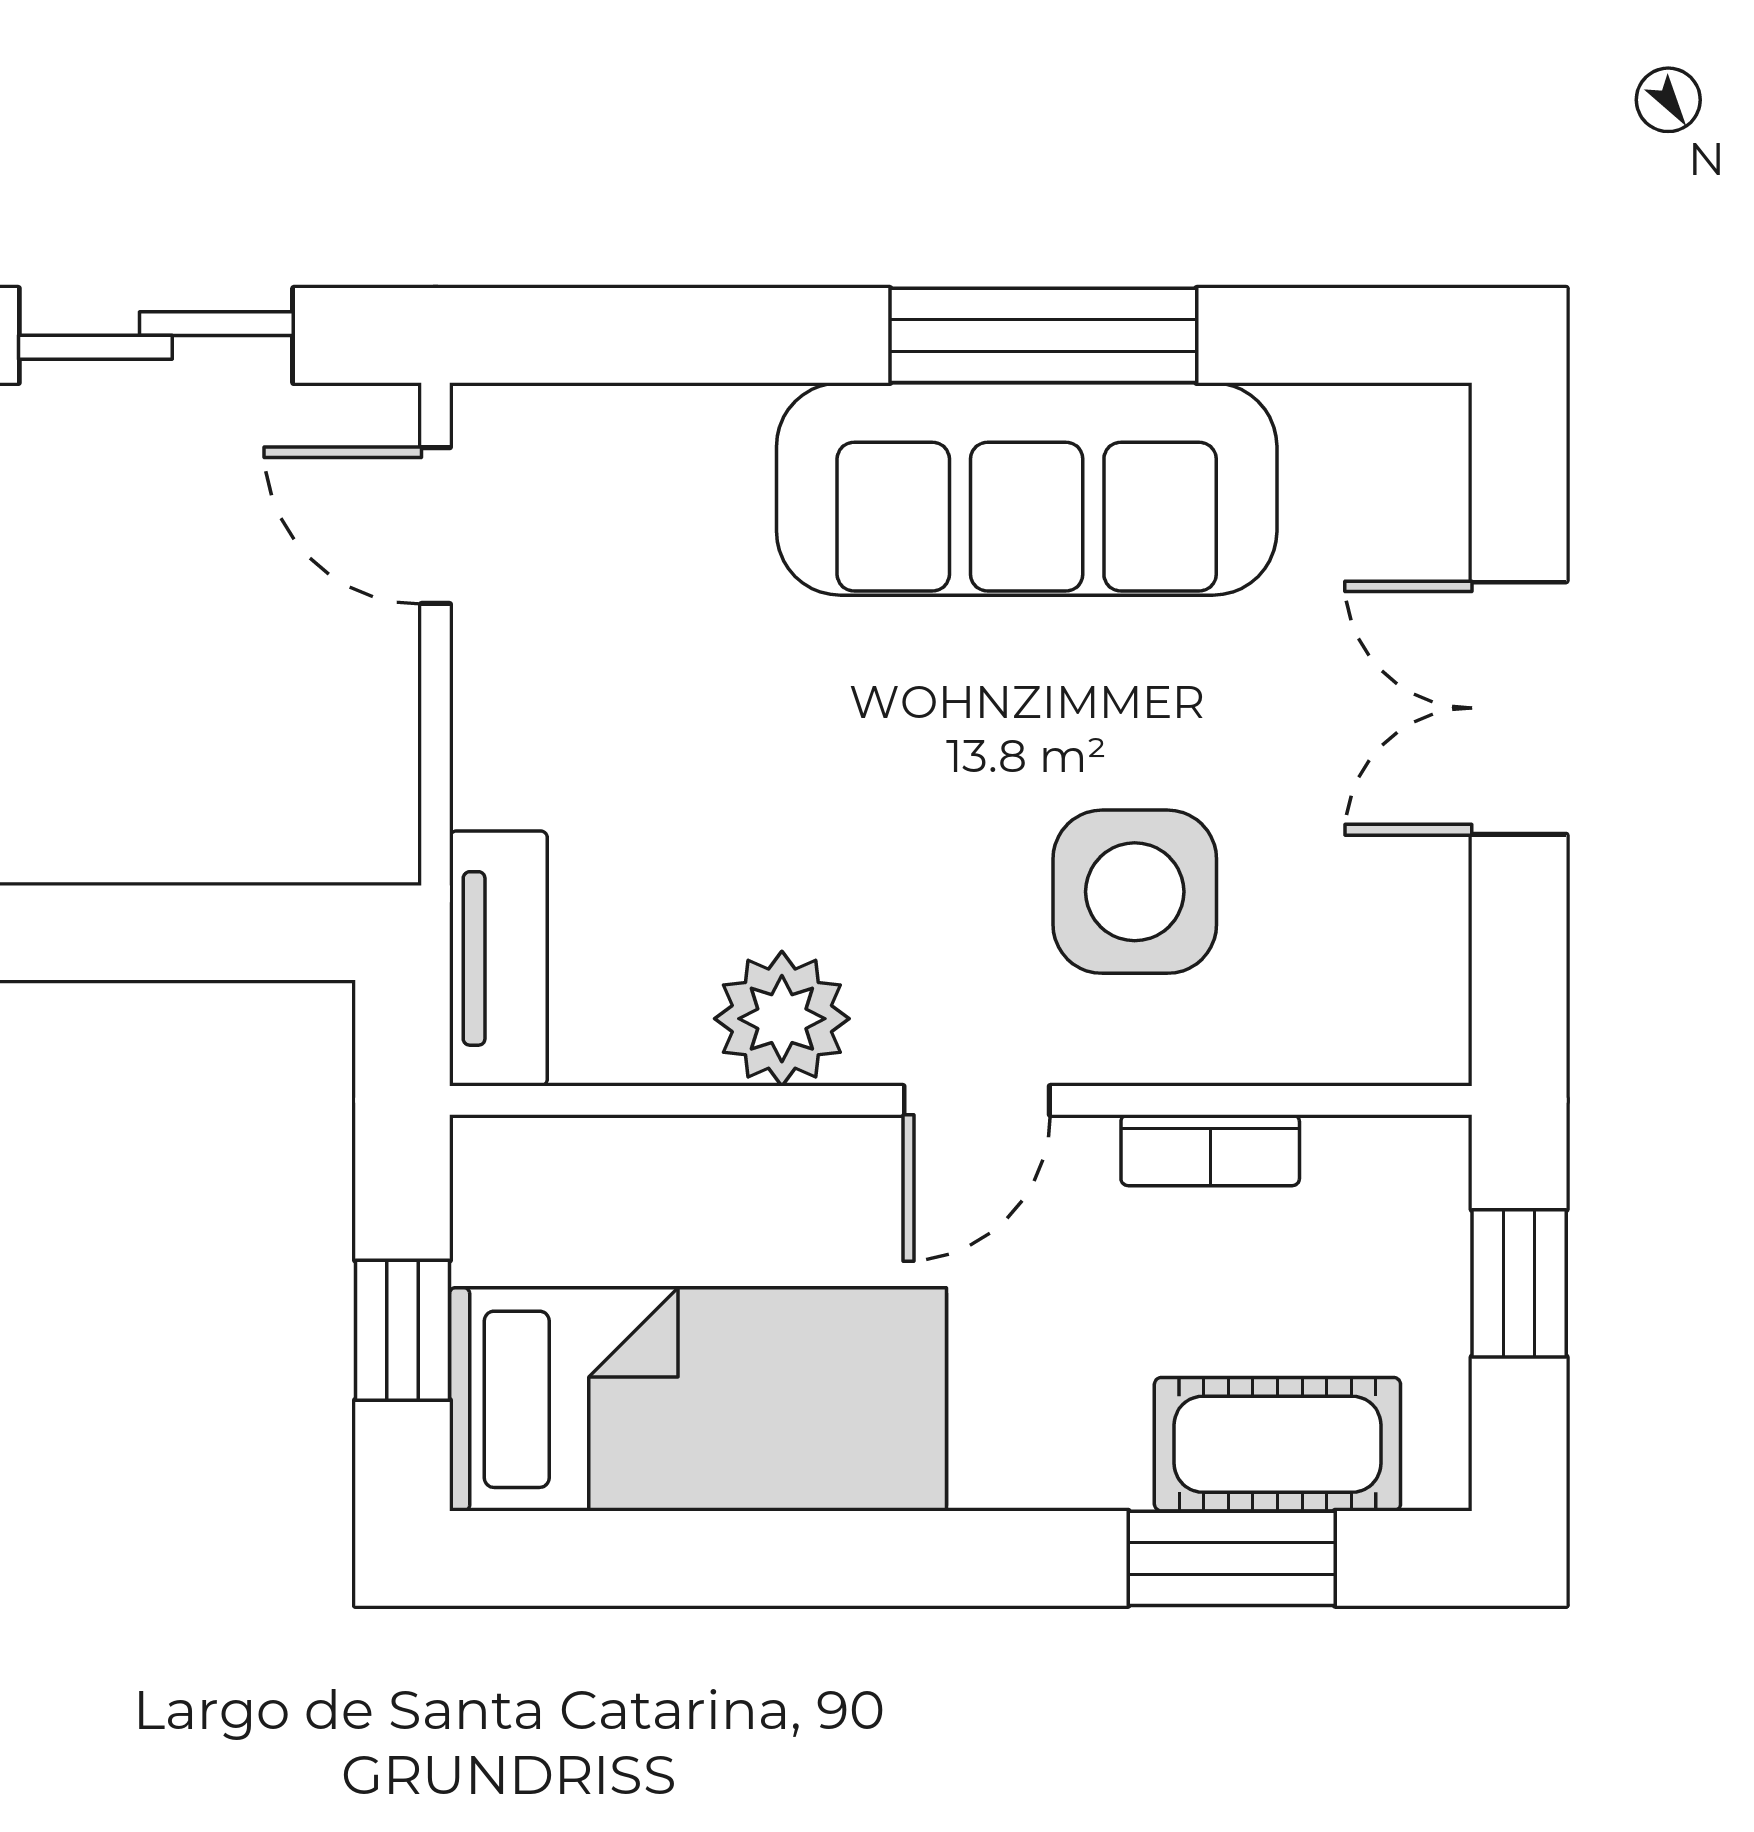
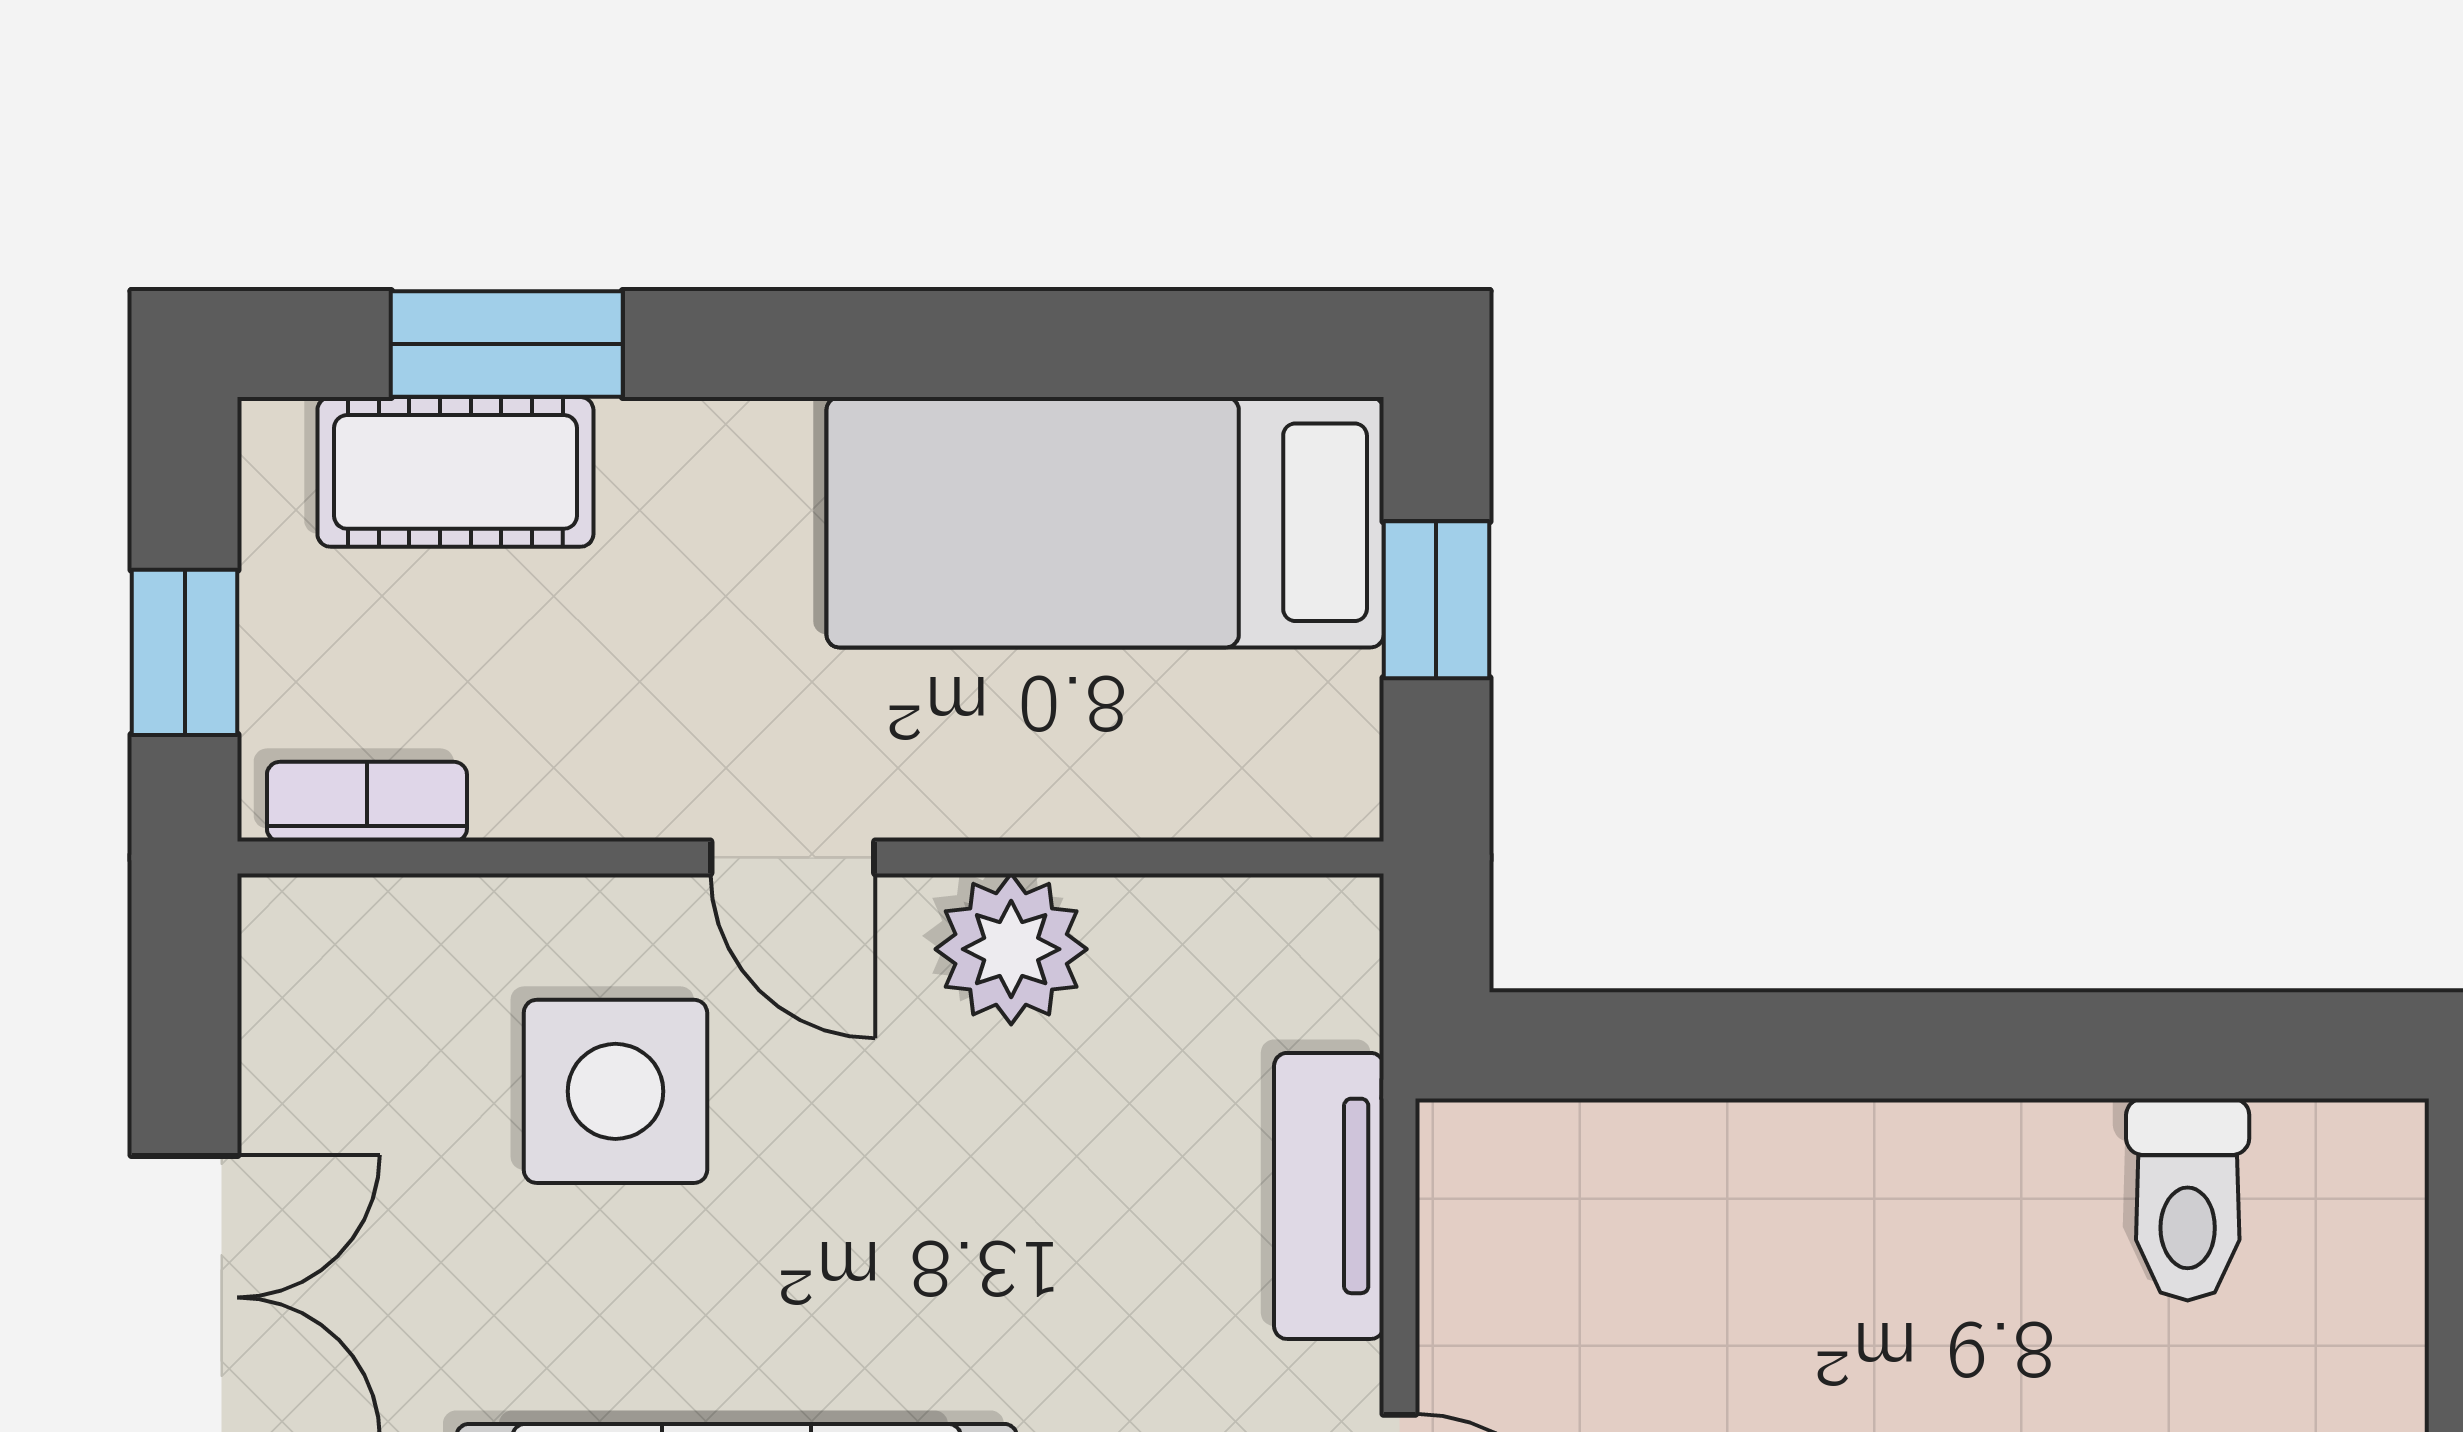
tv unit: (498, 958) -> (1329, 1196), moved
door: (977, 1100) -> (793, 857), swing flipped
bookcase: (1210, 1150) -> (367, 802), moved

